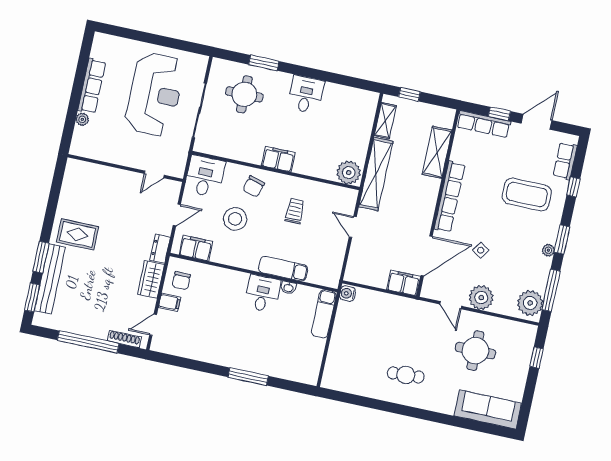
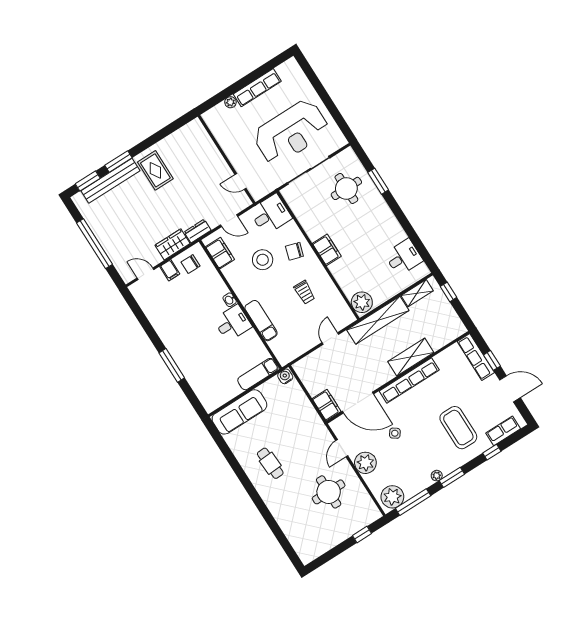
desk: (306, 94) -> (404, 257), moved
shelving: (437, 152) -> (411, 357), moved
trolley: (295, 211) -> (305, 292), turned 92
washbasin: (289, 288) -> (230, 300), moved
shoe rack: (124, 339) -> (119, 265), removed
sofa: (488, 410) -> (239, 412), moved, turned 90

